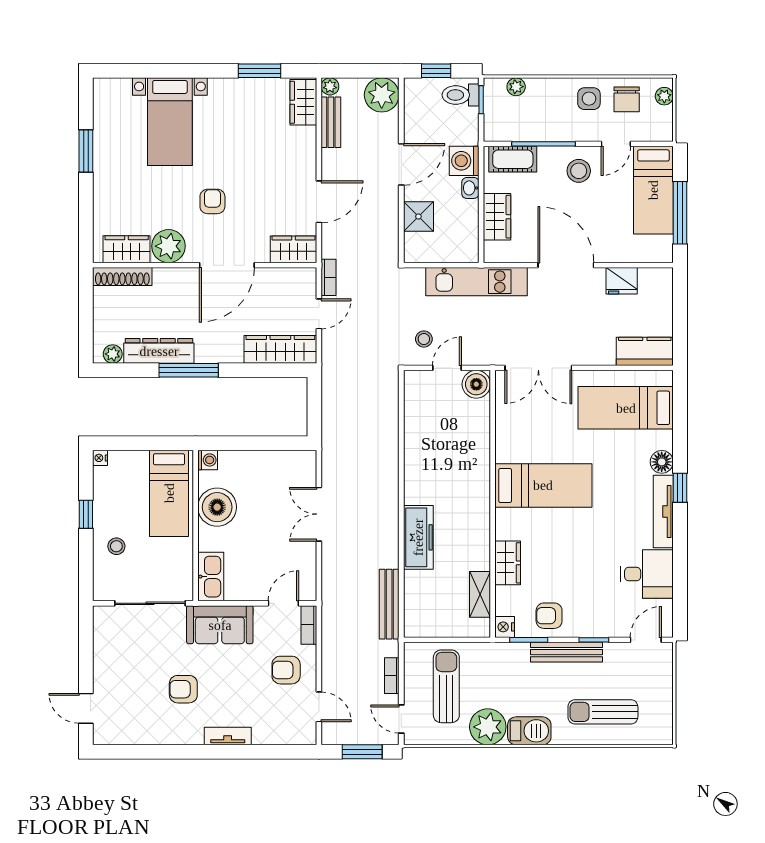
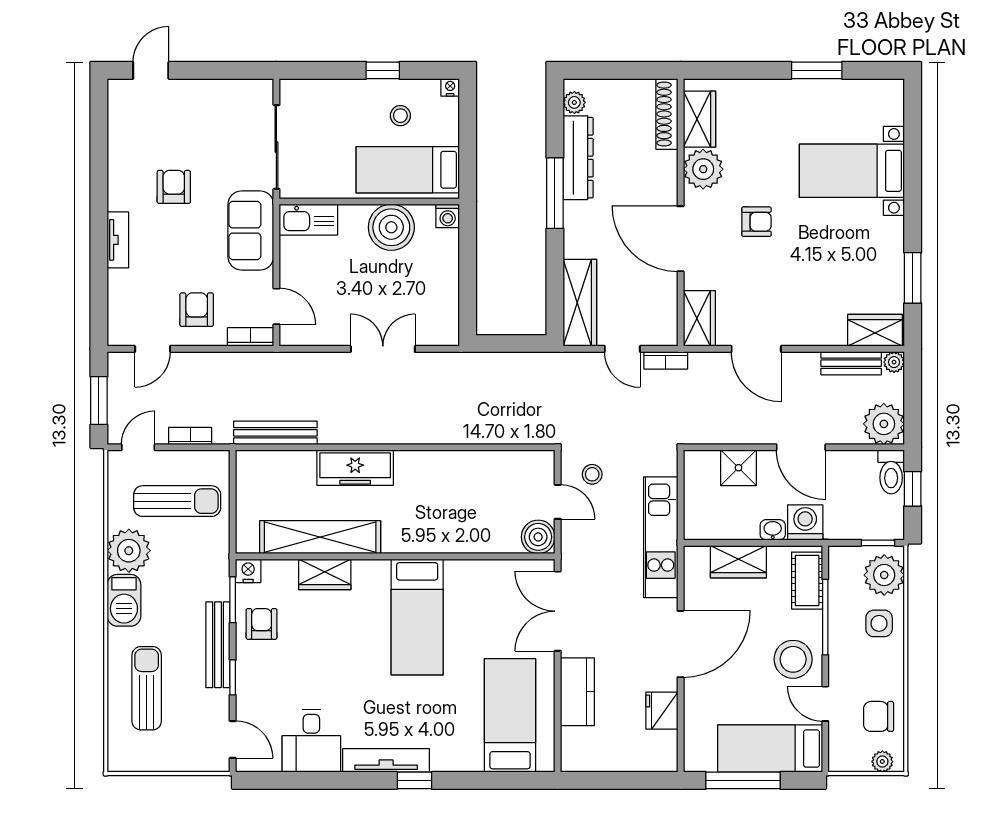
plant: (516, 87) -> (884, 575), width x1.88, depth x1.88
toilet: (461, 95) -> (891, 472), moved, turned 180
side table: (589, 99) -> (879, 623), moved
stool: (579, 171) -> (793, 659), width x1.38, depth x1.38
kitchen counter: (645, 351) -> (577, 692), moved
floor lamp: (662, 462) -> (445, 758), removed
stool: (116, 546) -> (400, 116), moved
shelving: (480, 594) -> (320, 537), width x2.20, depth x1.33

